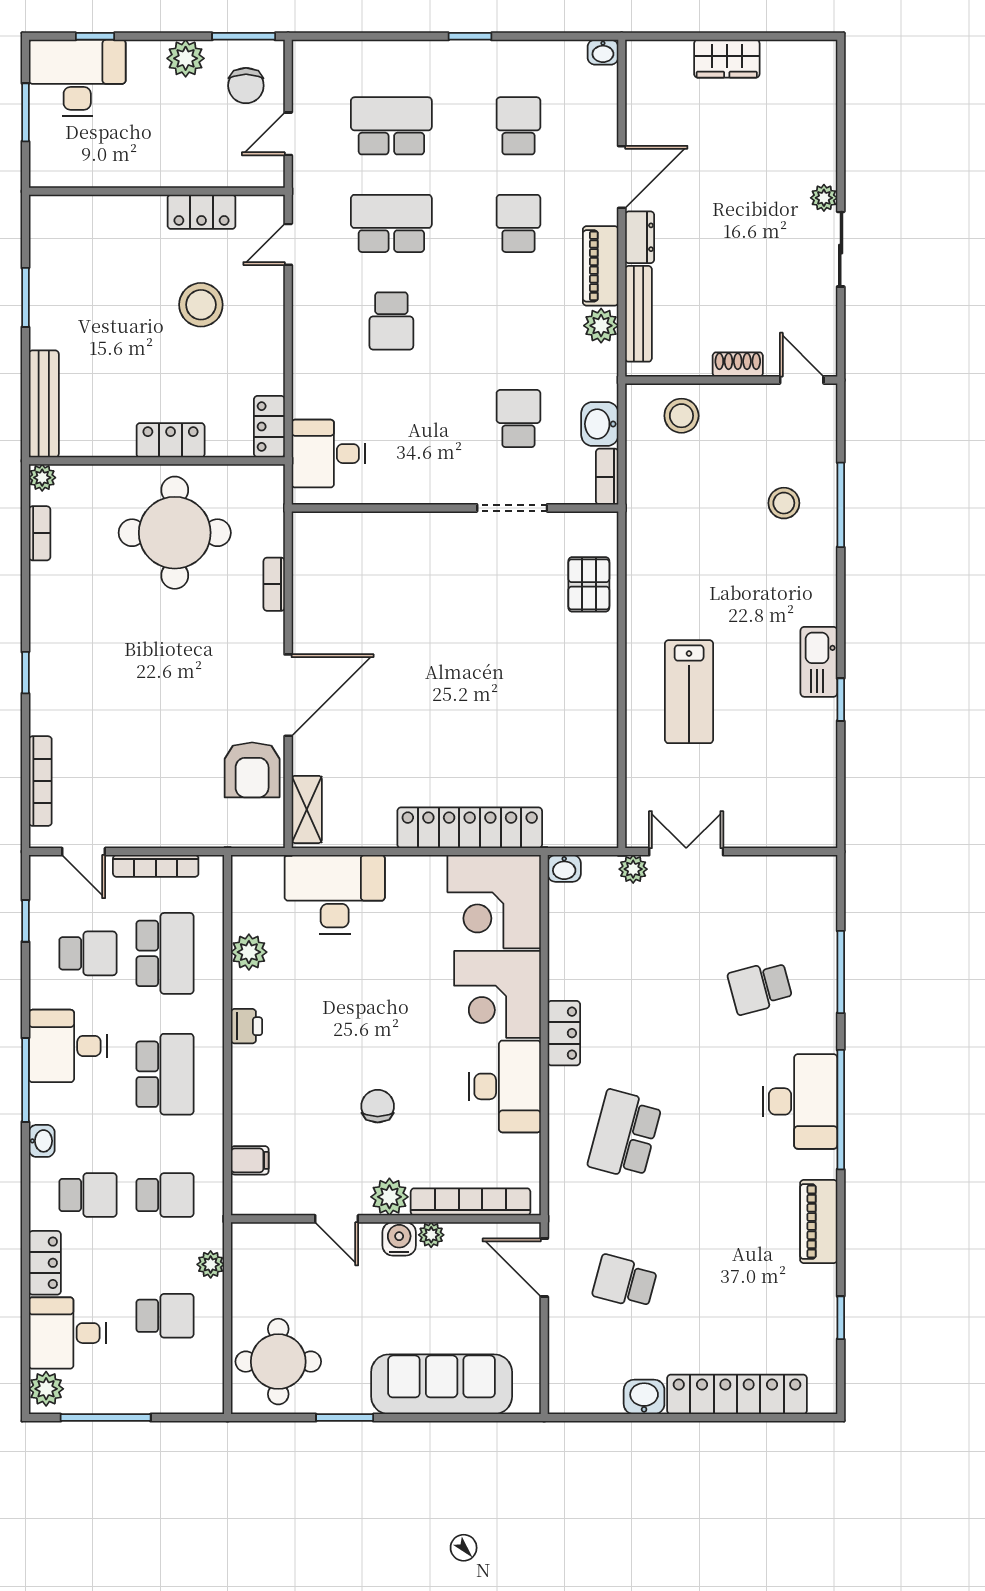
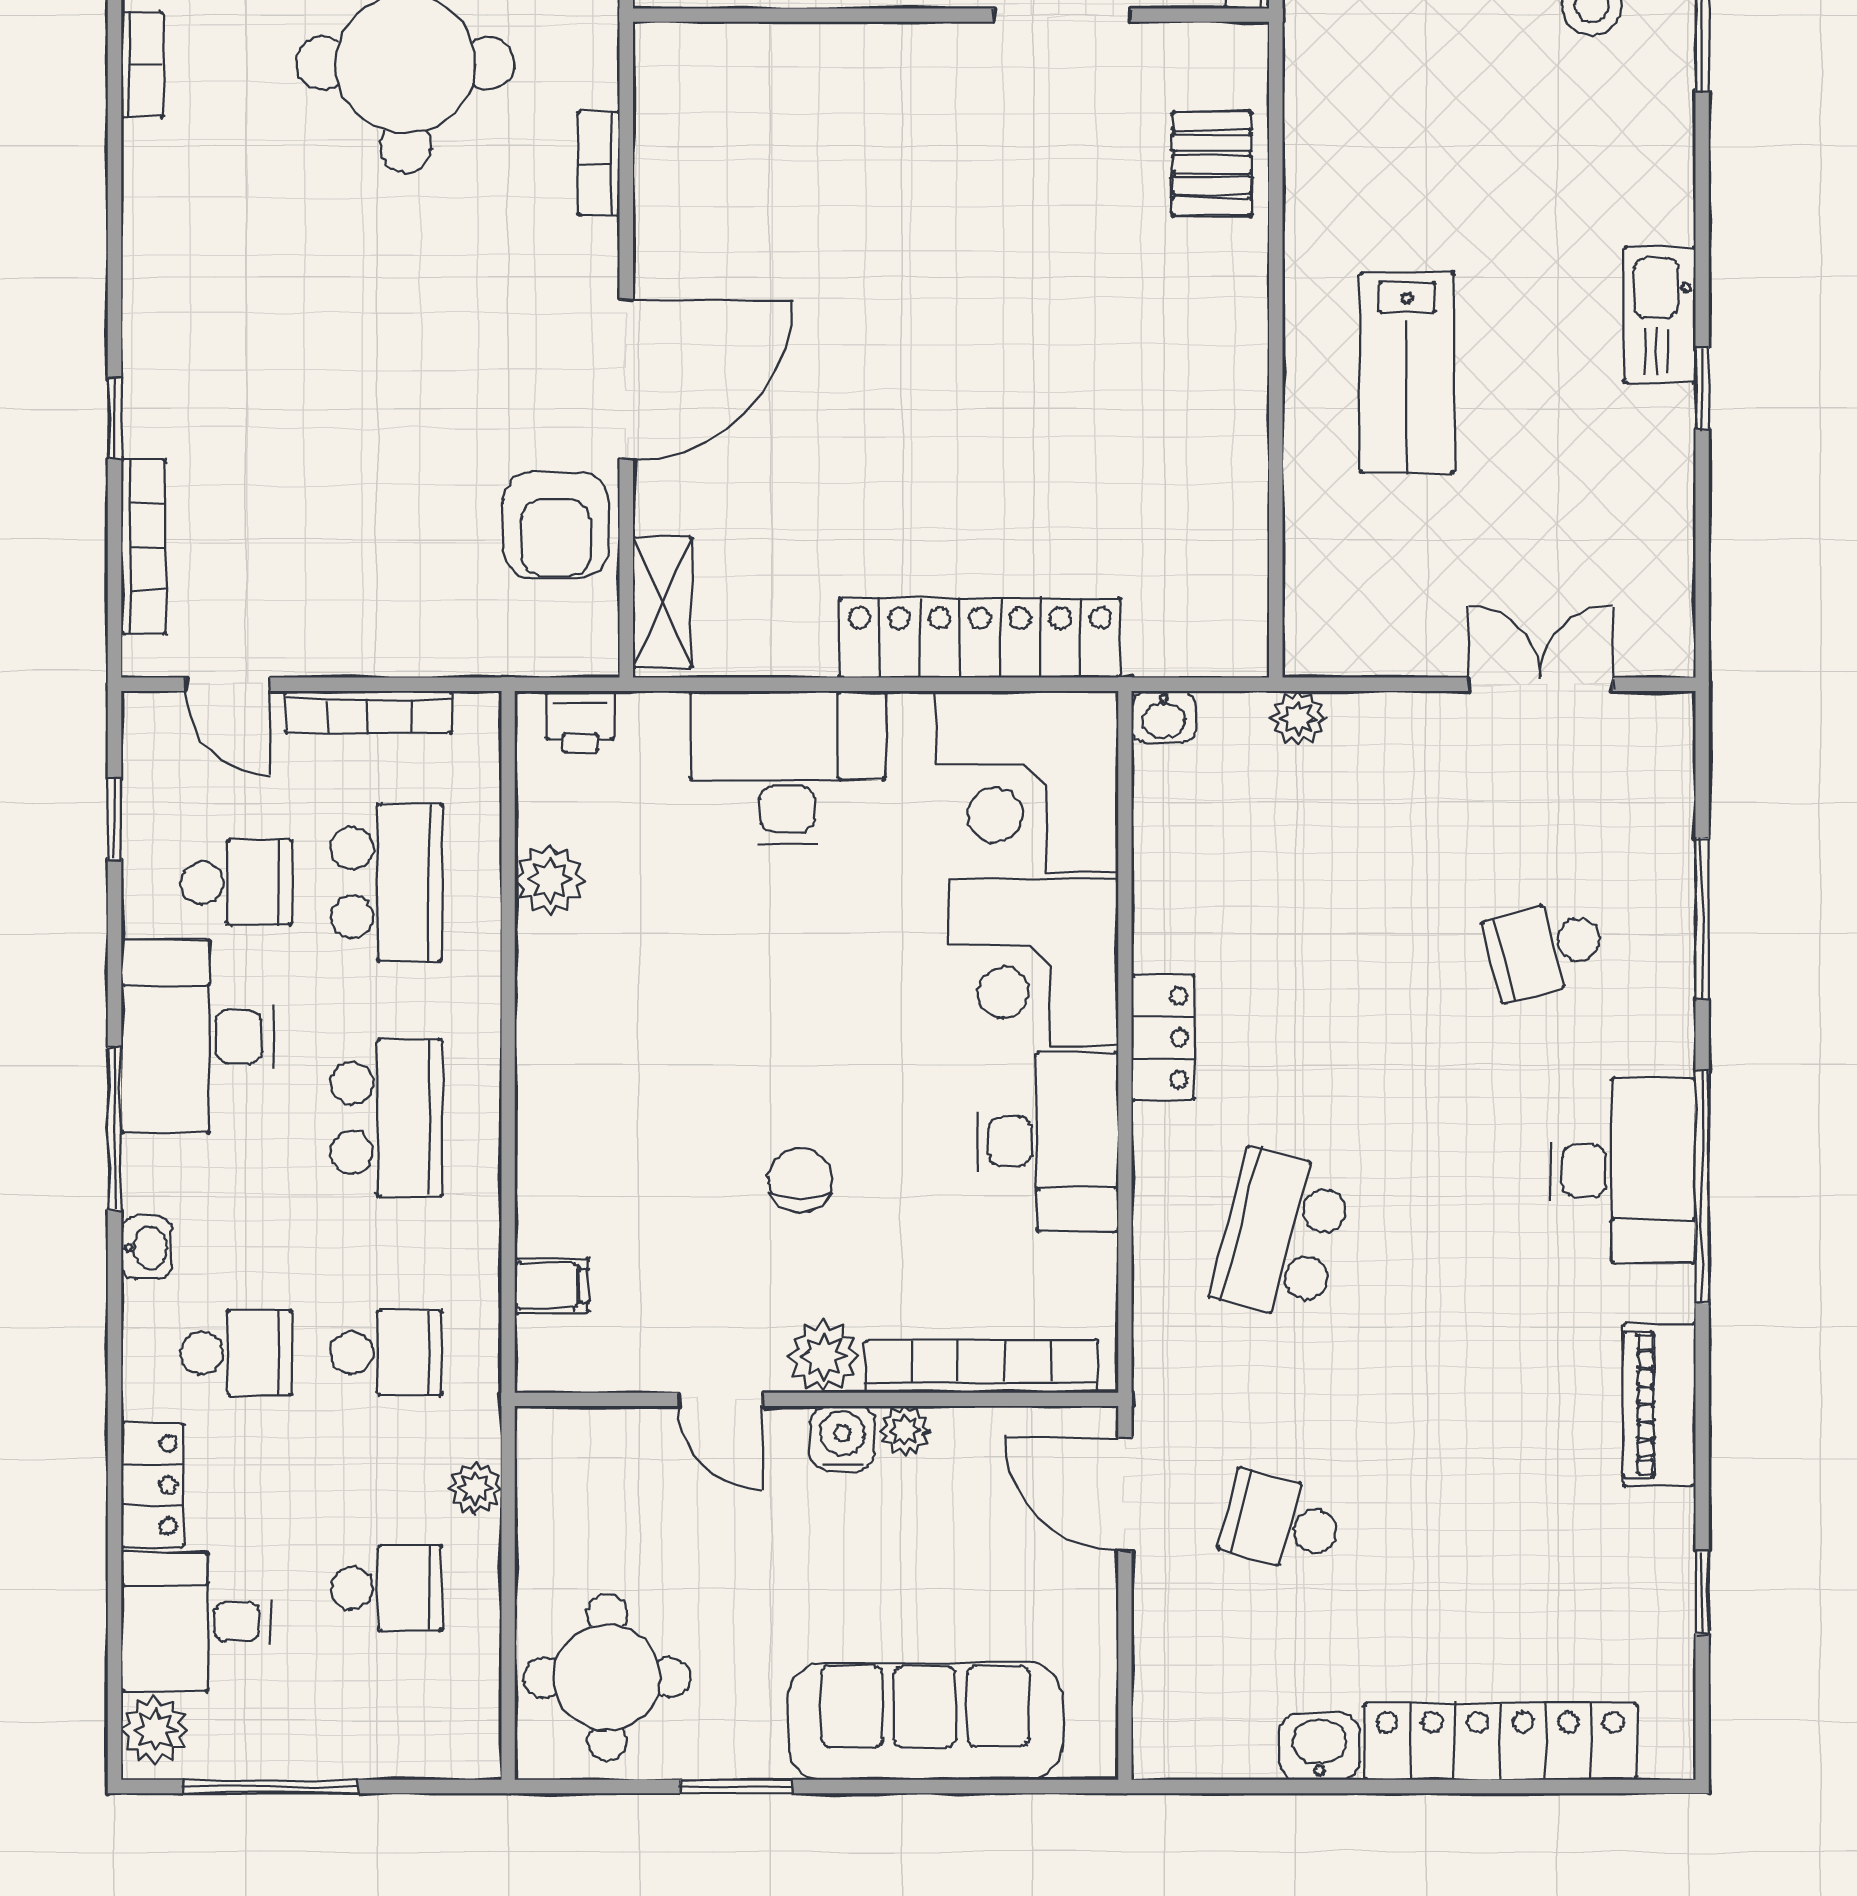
window: (25, 673) -> (115, 419), moved
double door: (686, 852) -> (1541, 684), moved
desk: (335, 894) -> (788, 768), moved
printer: (247, 1026) -> (580, 721), moved, turned 90
desk: (68, 1046) -> (197, 1036), width x1.37

